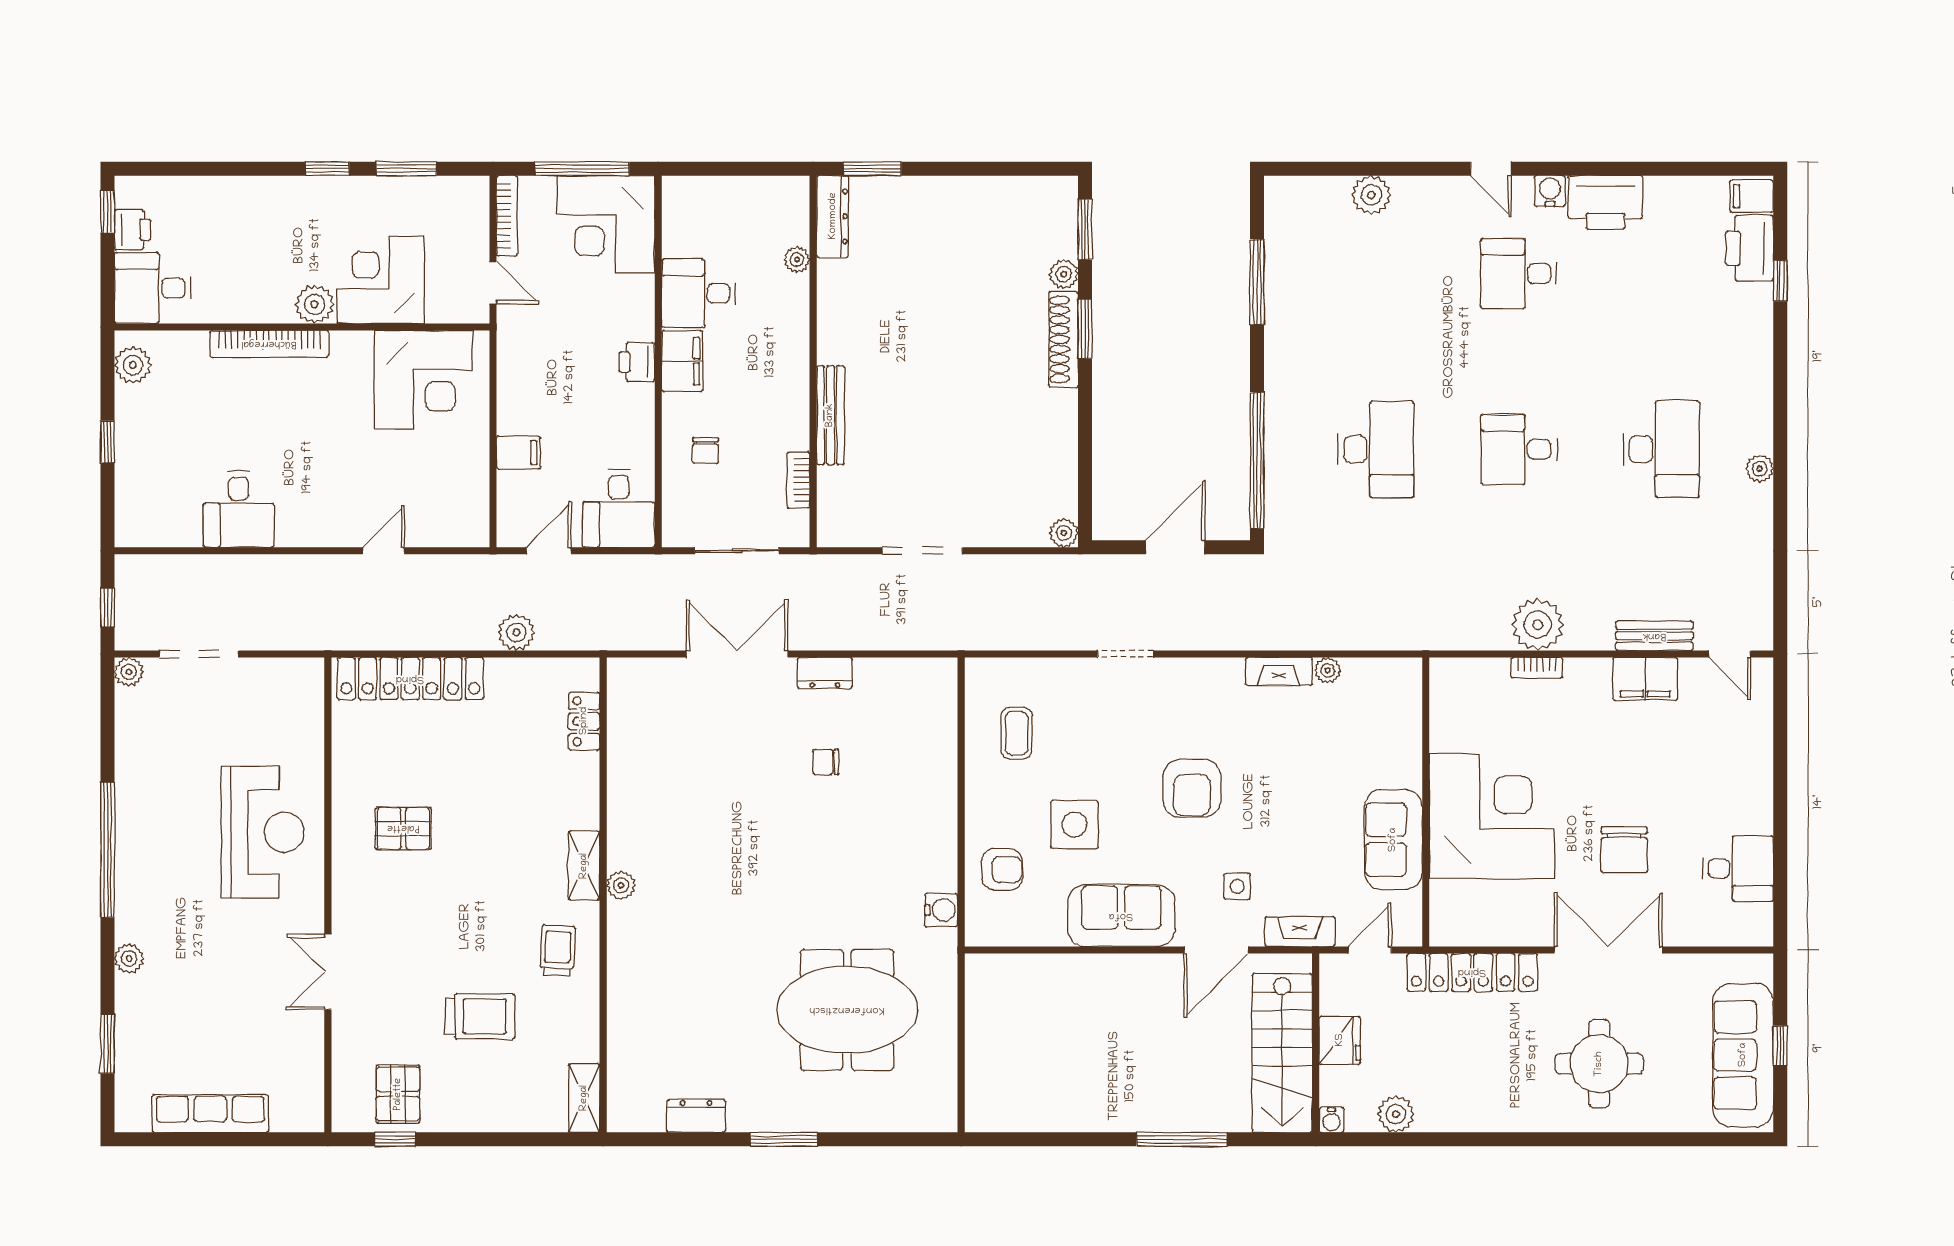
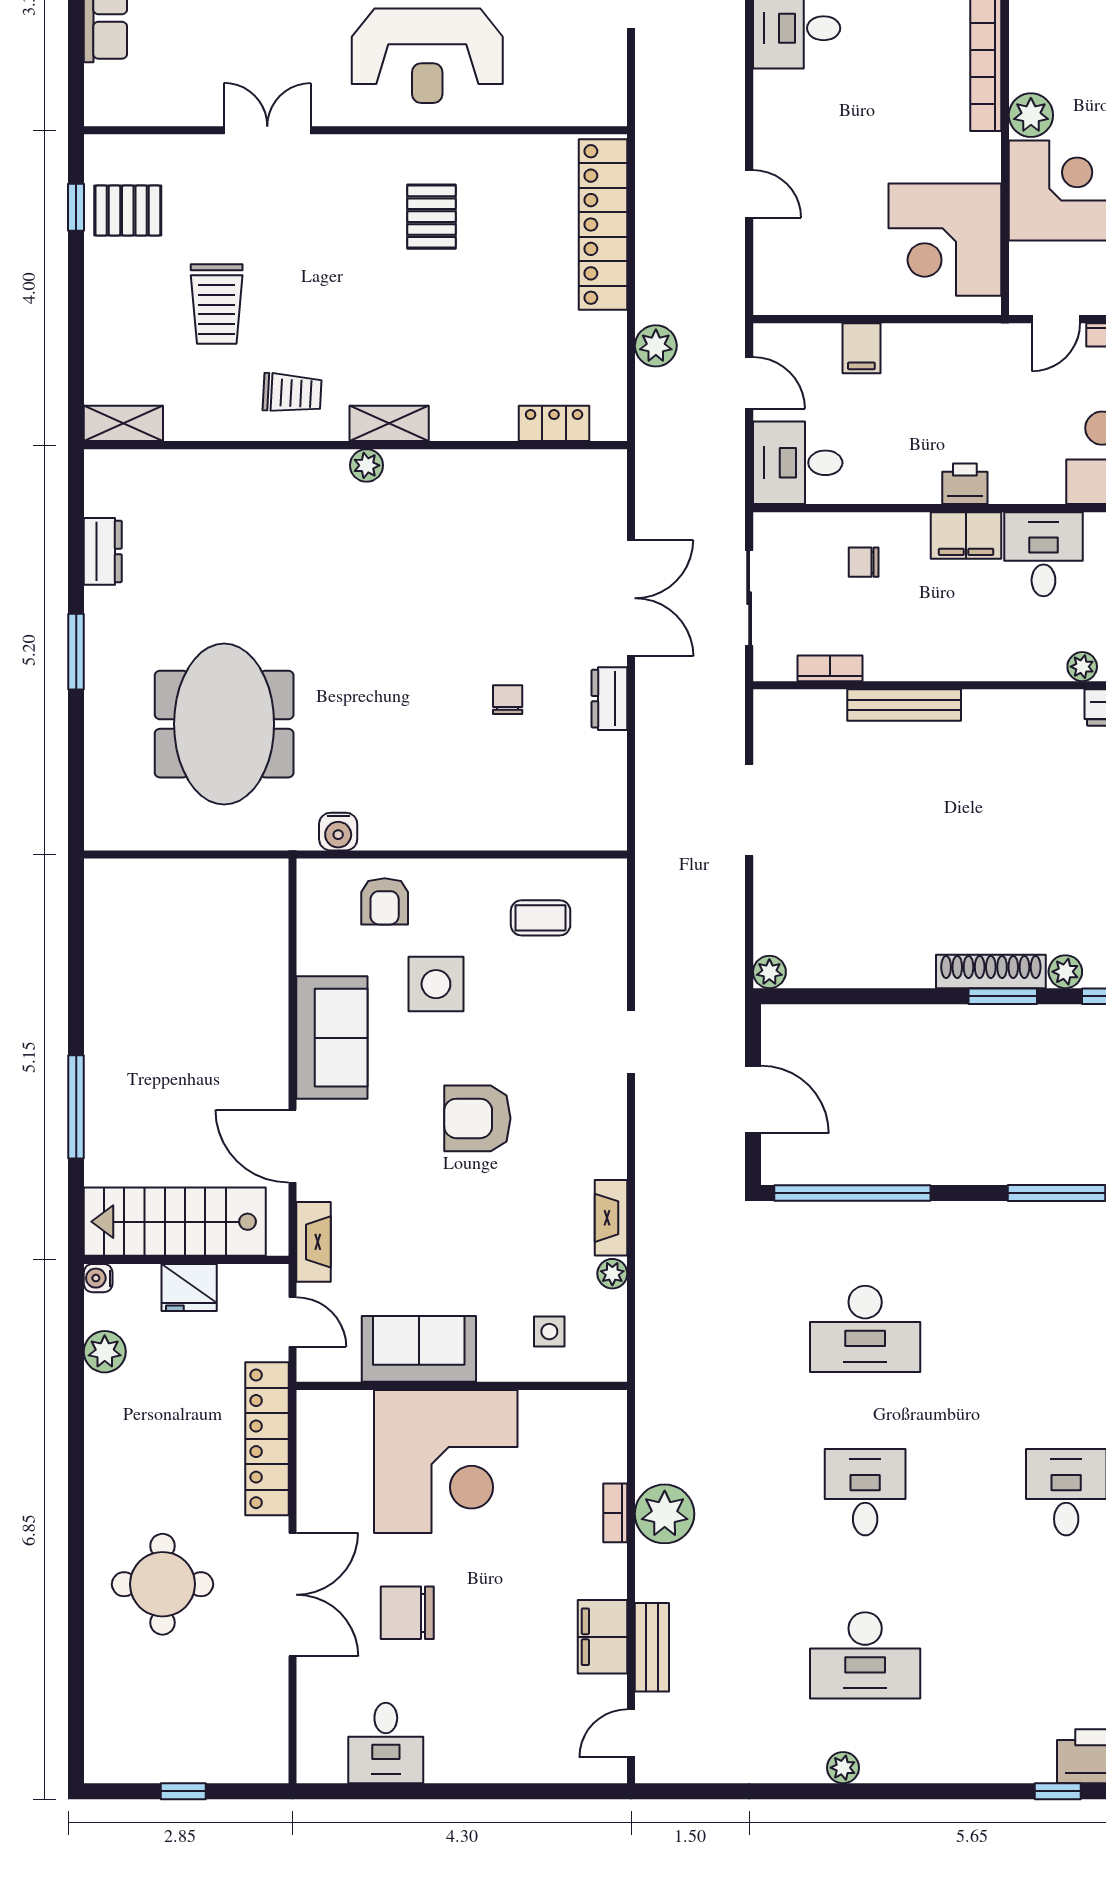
side table: (1237, 886) -> (549, 1332), moved
sofa: (1743, 1055) -> (172, 1749), removed

